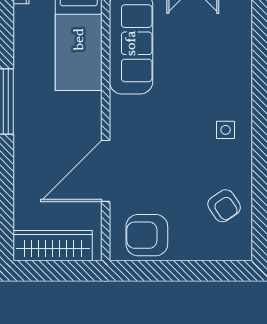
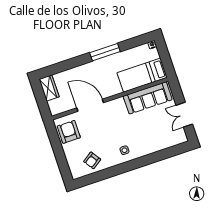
wardrobe: (53, 246) -> (49, 88), width x0.67

